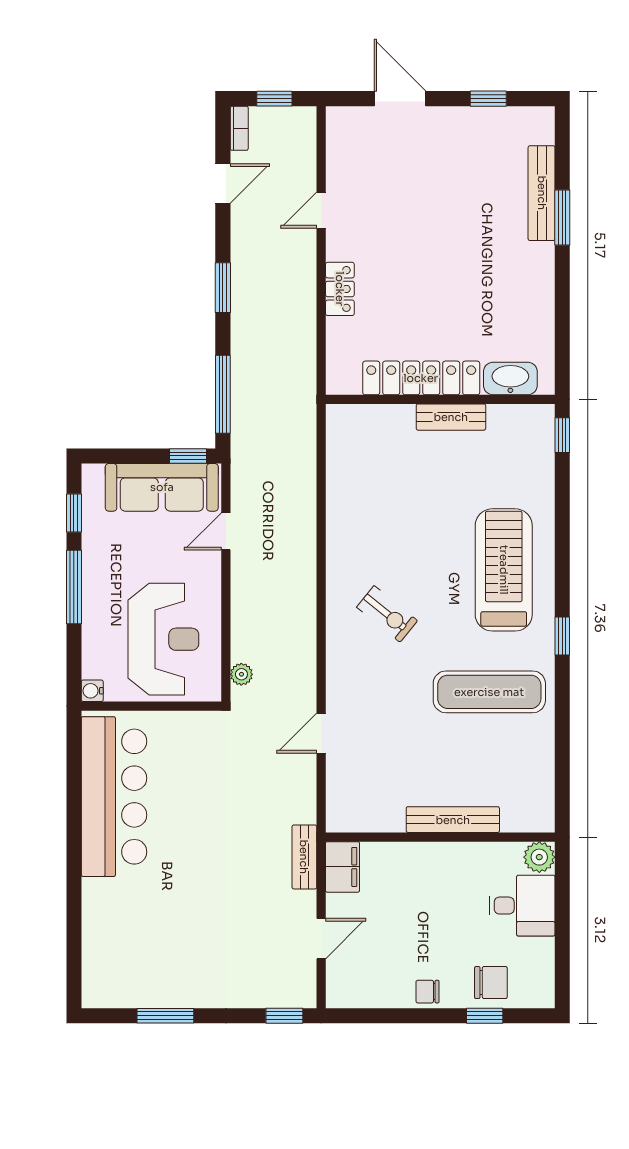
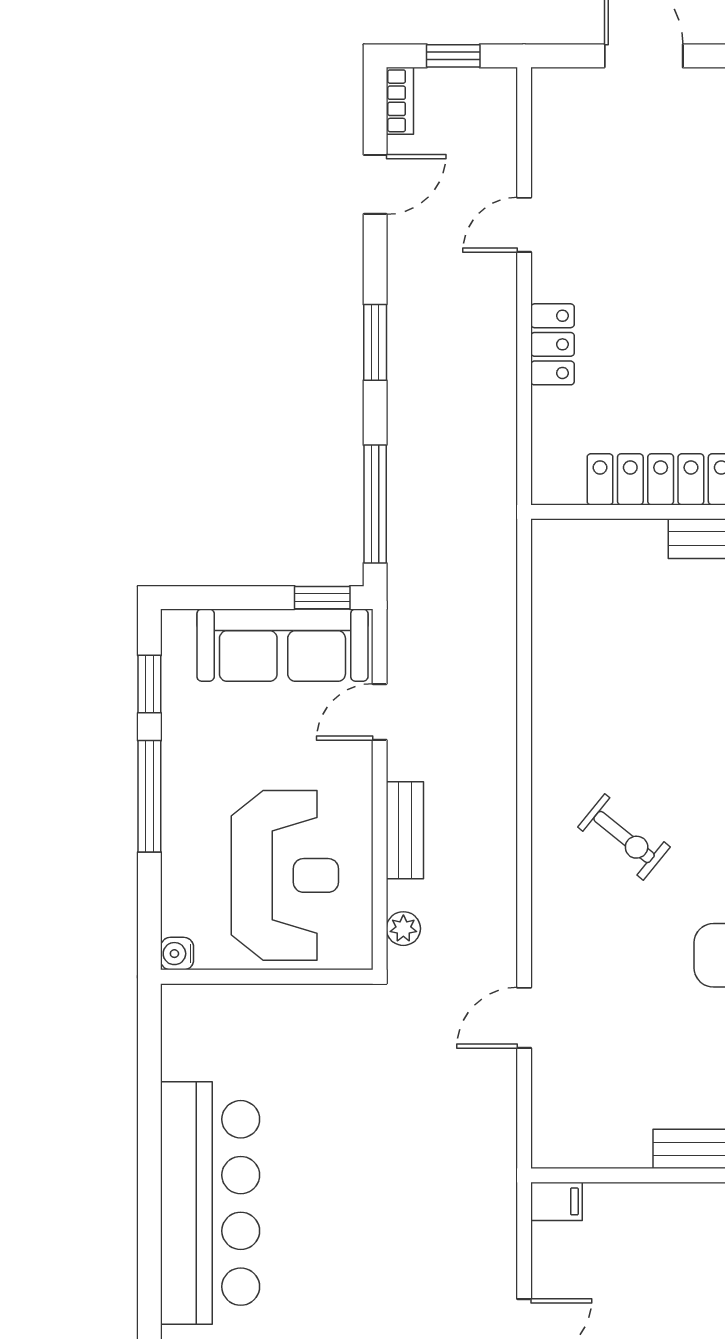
bar counter: (114, 797) -> (210, 1203), moved
bench: (304, 857) -> (405, 830), moved
filing cabinet: (342, 867) -> (556, 1201), width x0.50

